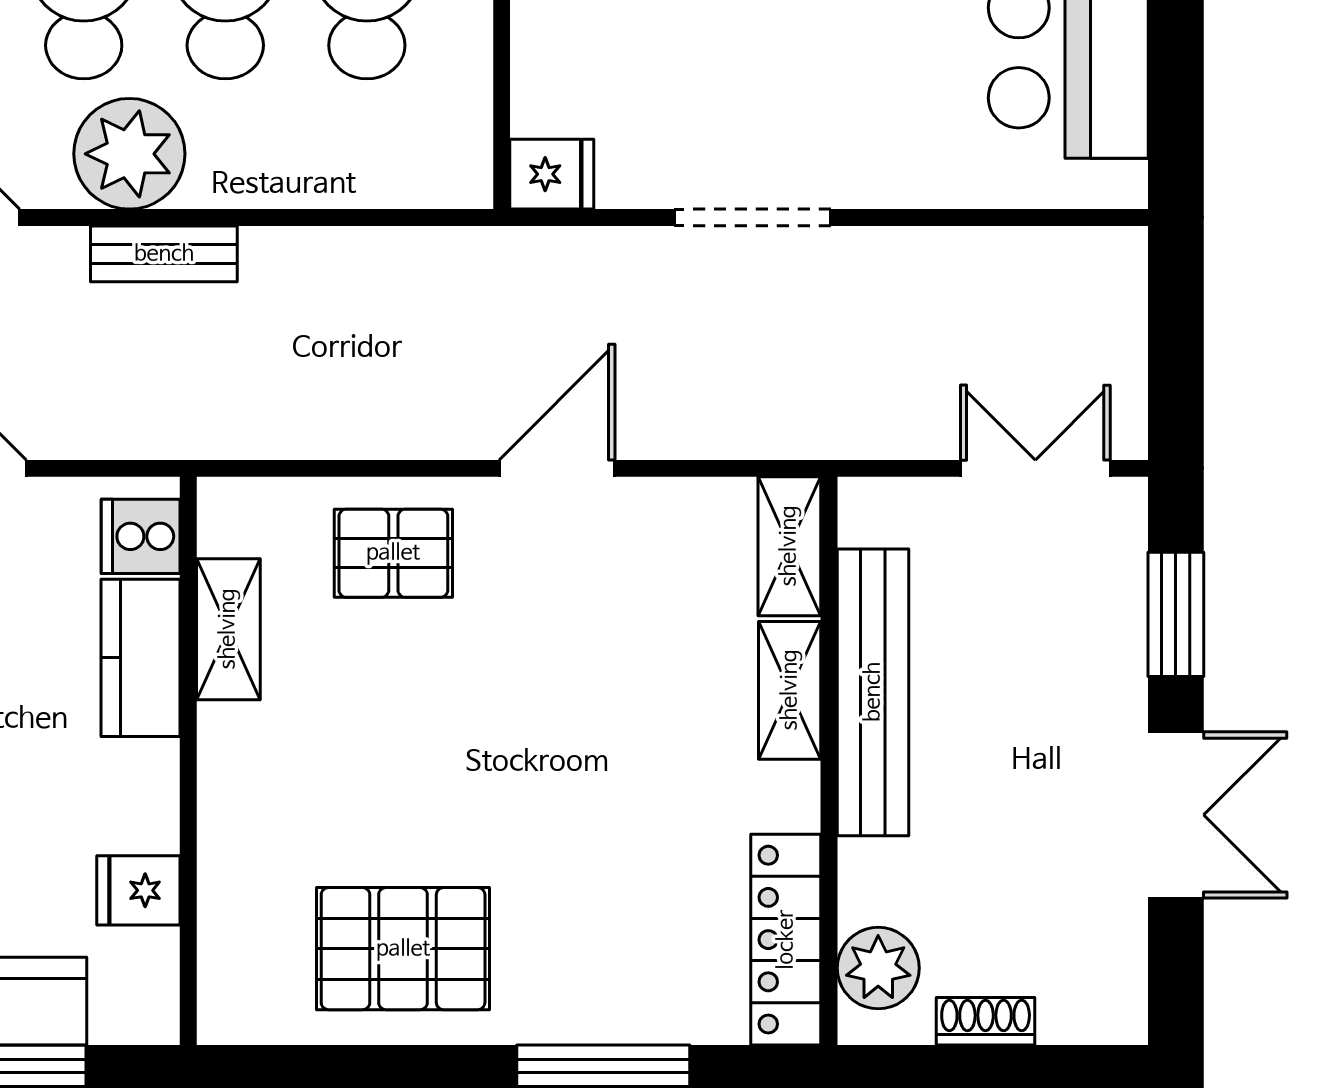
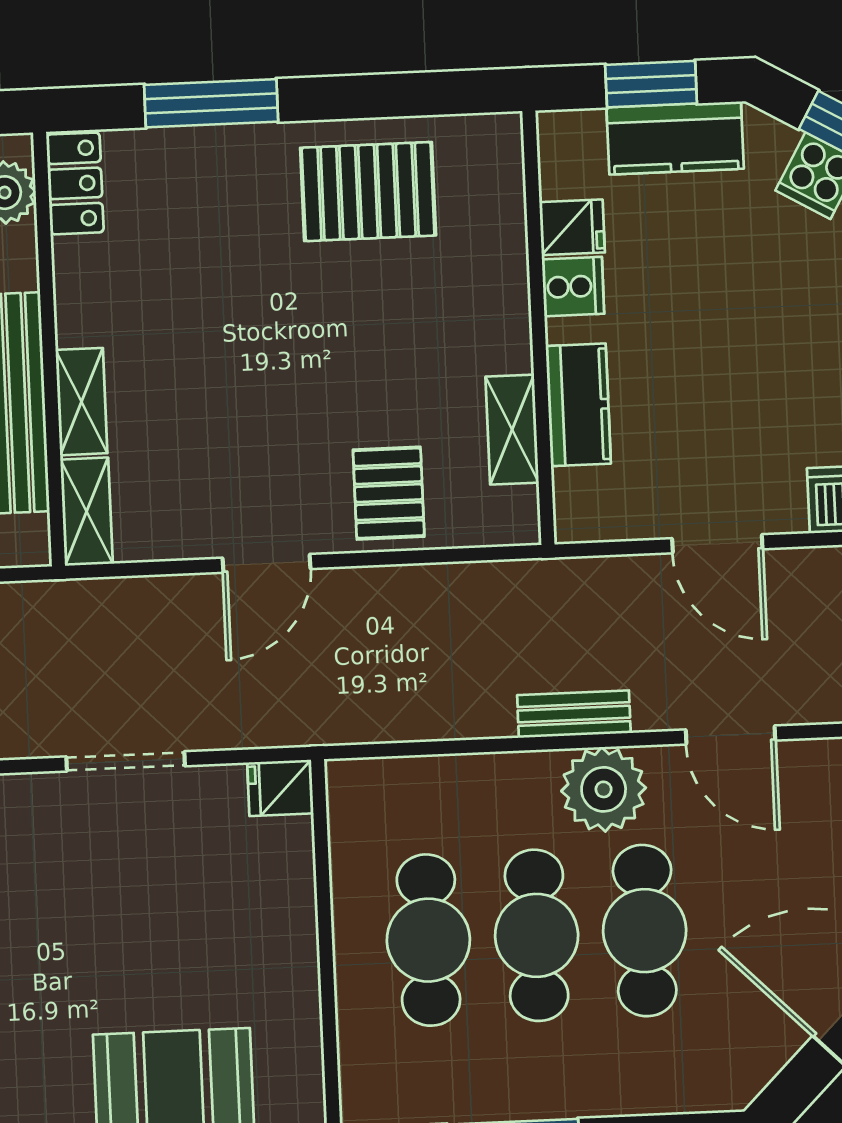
cooker: (141, 536) -> (573, 287), moved
pallet: (393, 553) -> (389, 493), turned 90
locker: (786, 940) -> (75, 183), width x0.66

